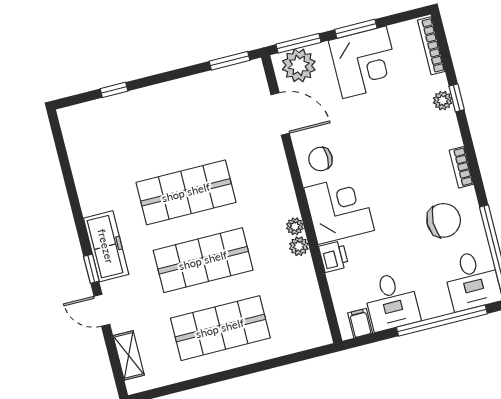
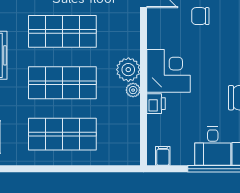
chair: (320, 159) -> (200, 16), moved
plant: (295, 226) -> (128, 70), width x1.88, depth x1.88
desk: (392, 301) -> (213, 146), moved

